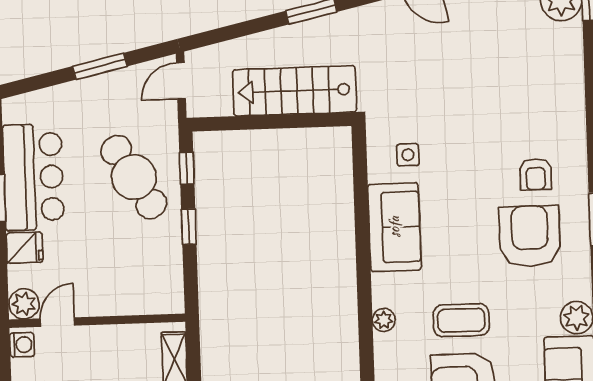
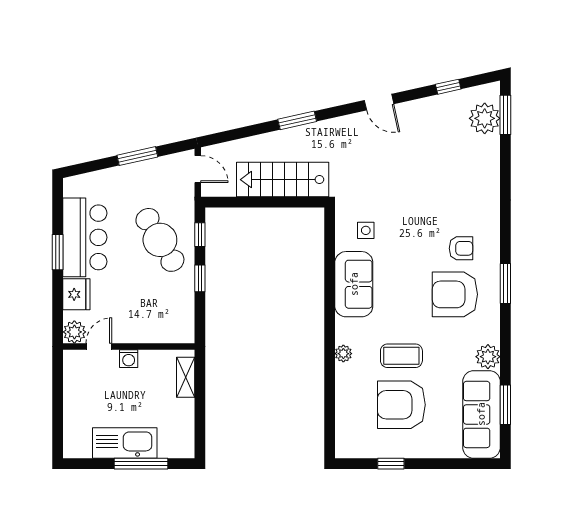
door: (181, 81) -> (198, 169), swing flipped
armchair: (536, 174) -> (461, 248), turned -90
armchair: (530, 236) -> (455, 294), turned -90
fridge: (25, 248) -> (76, 294), width x1.38
washing machine: (22, 345) -> (129, 359), moved, turned 90

